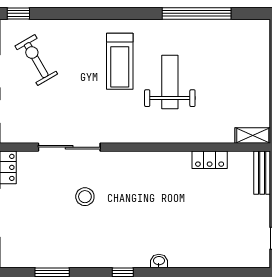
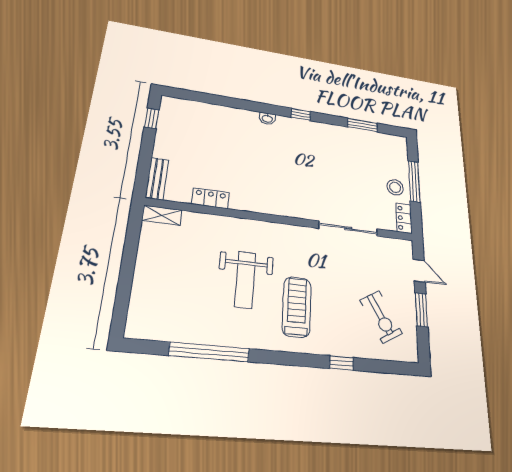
window: (18, 13) -> (342, 363), moved
stool: (85, 197) -> (395, 187), moved

